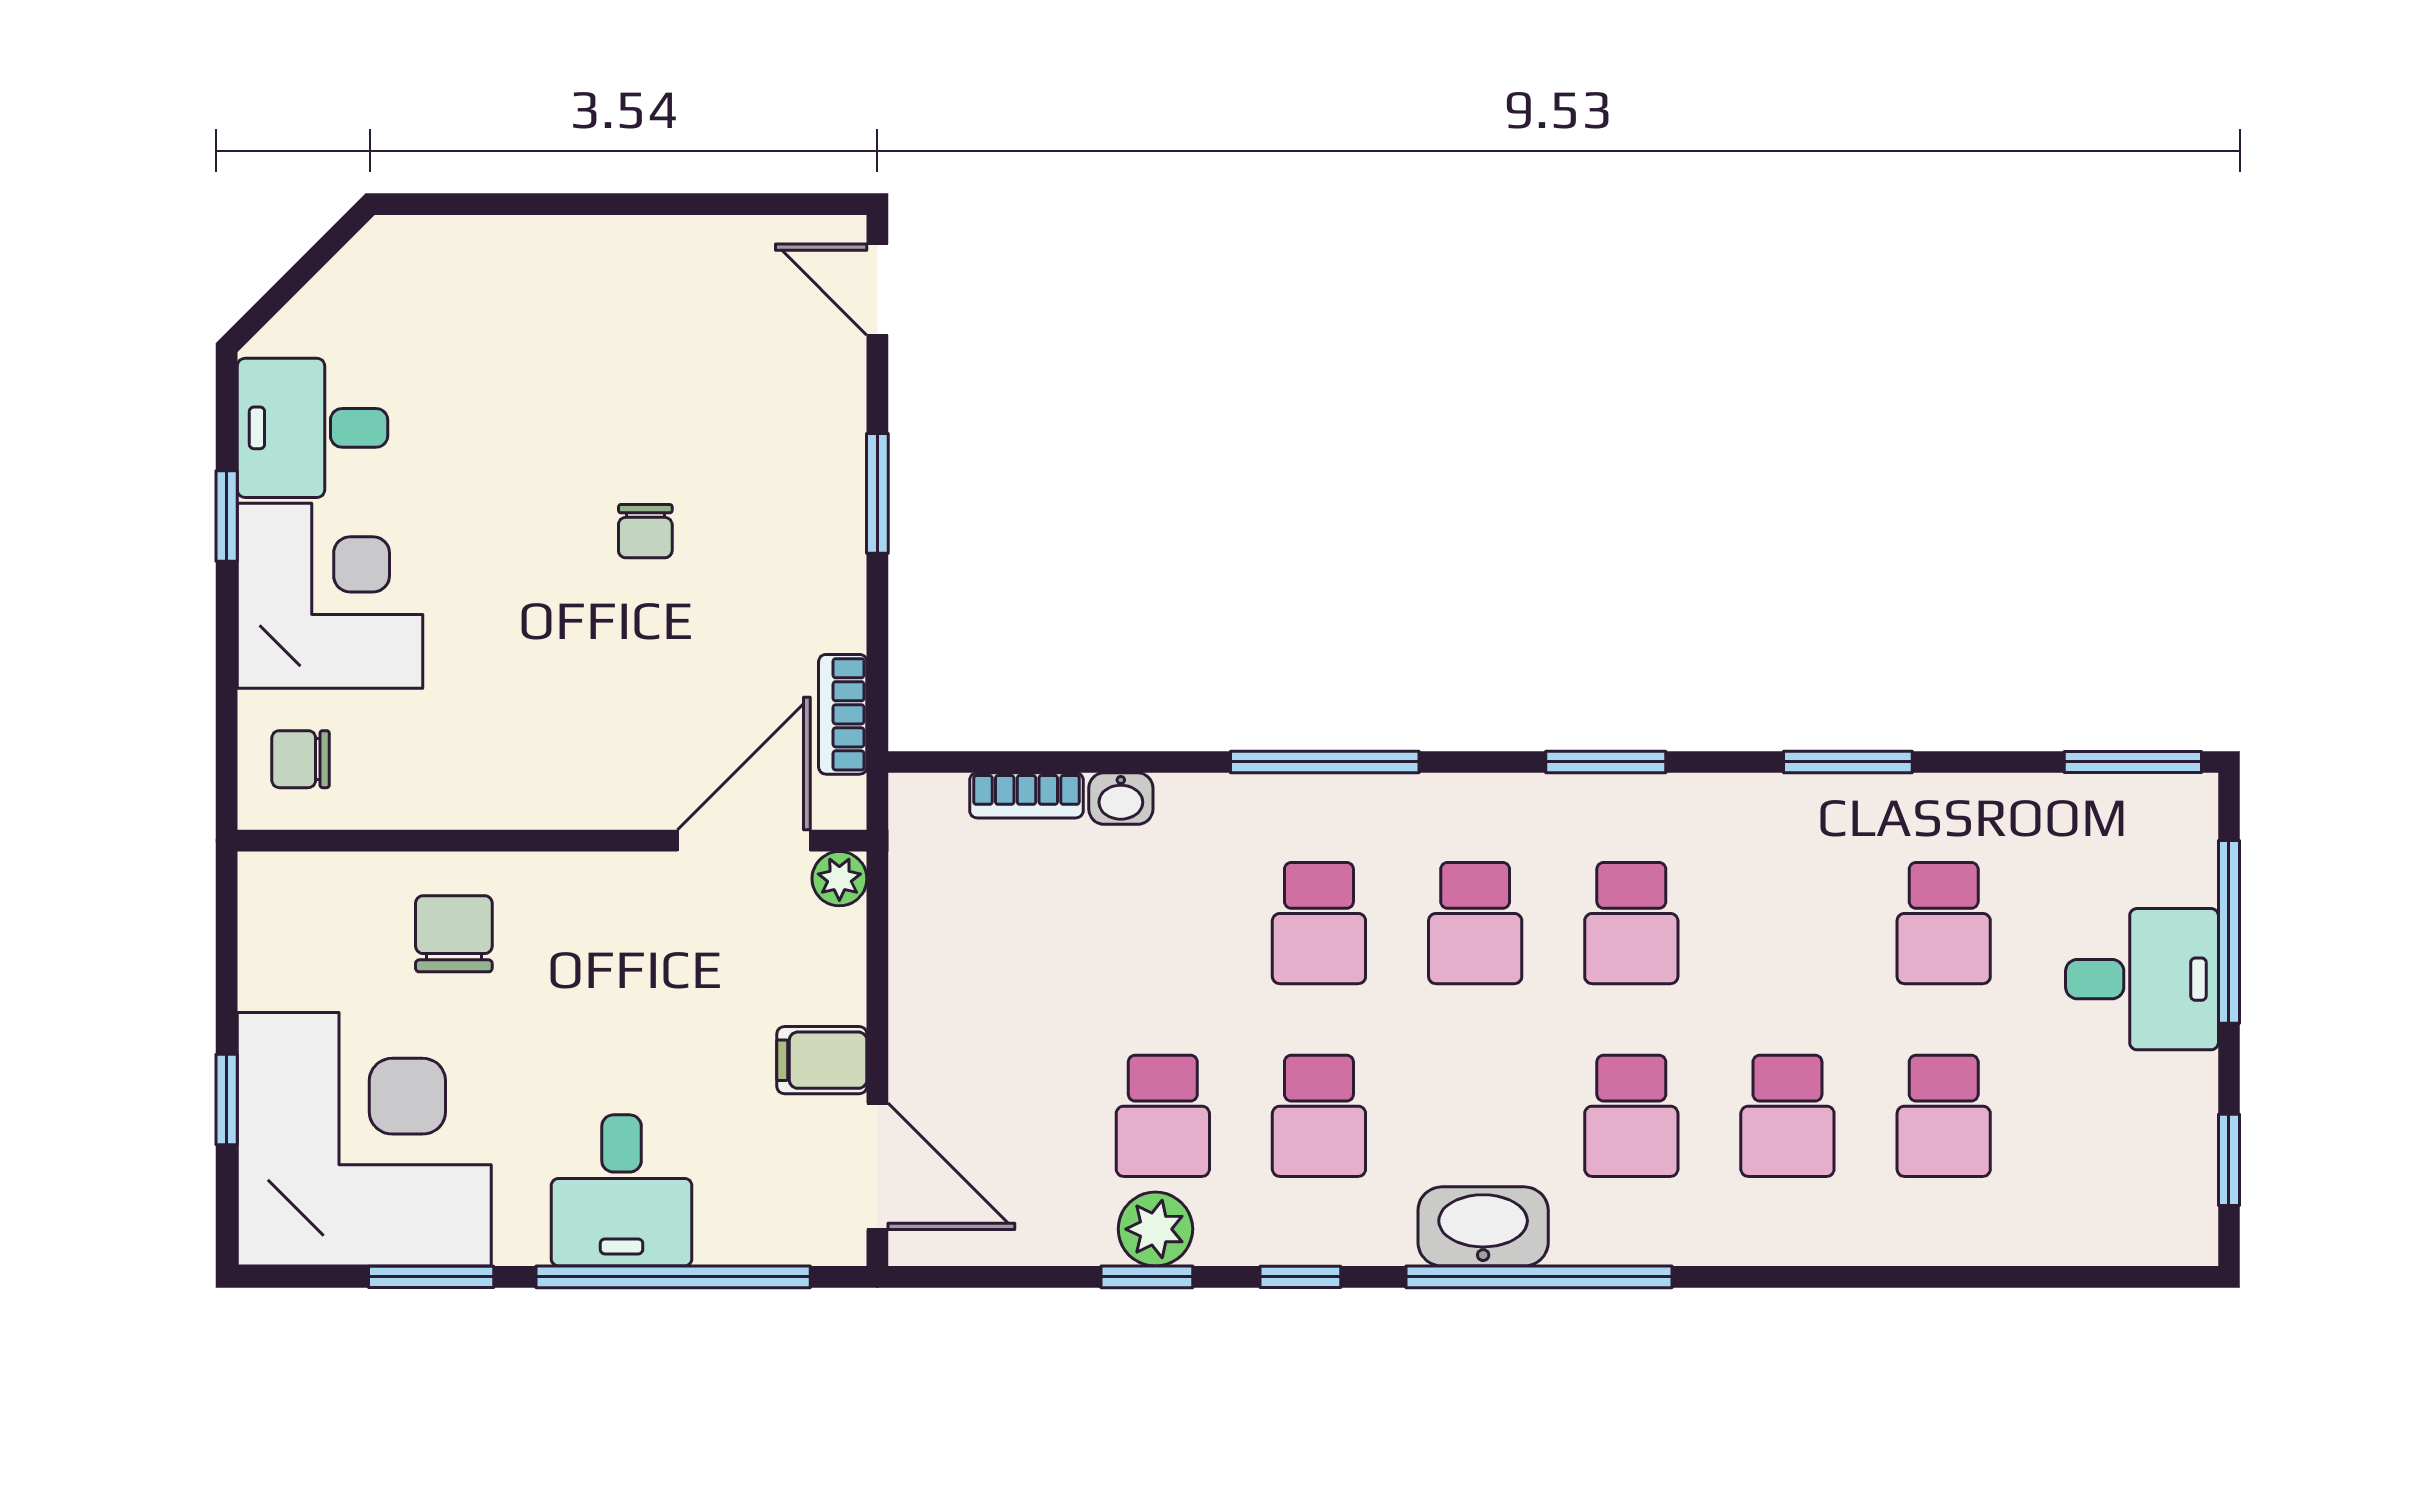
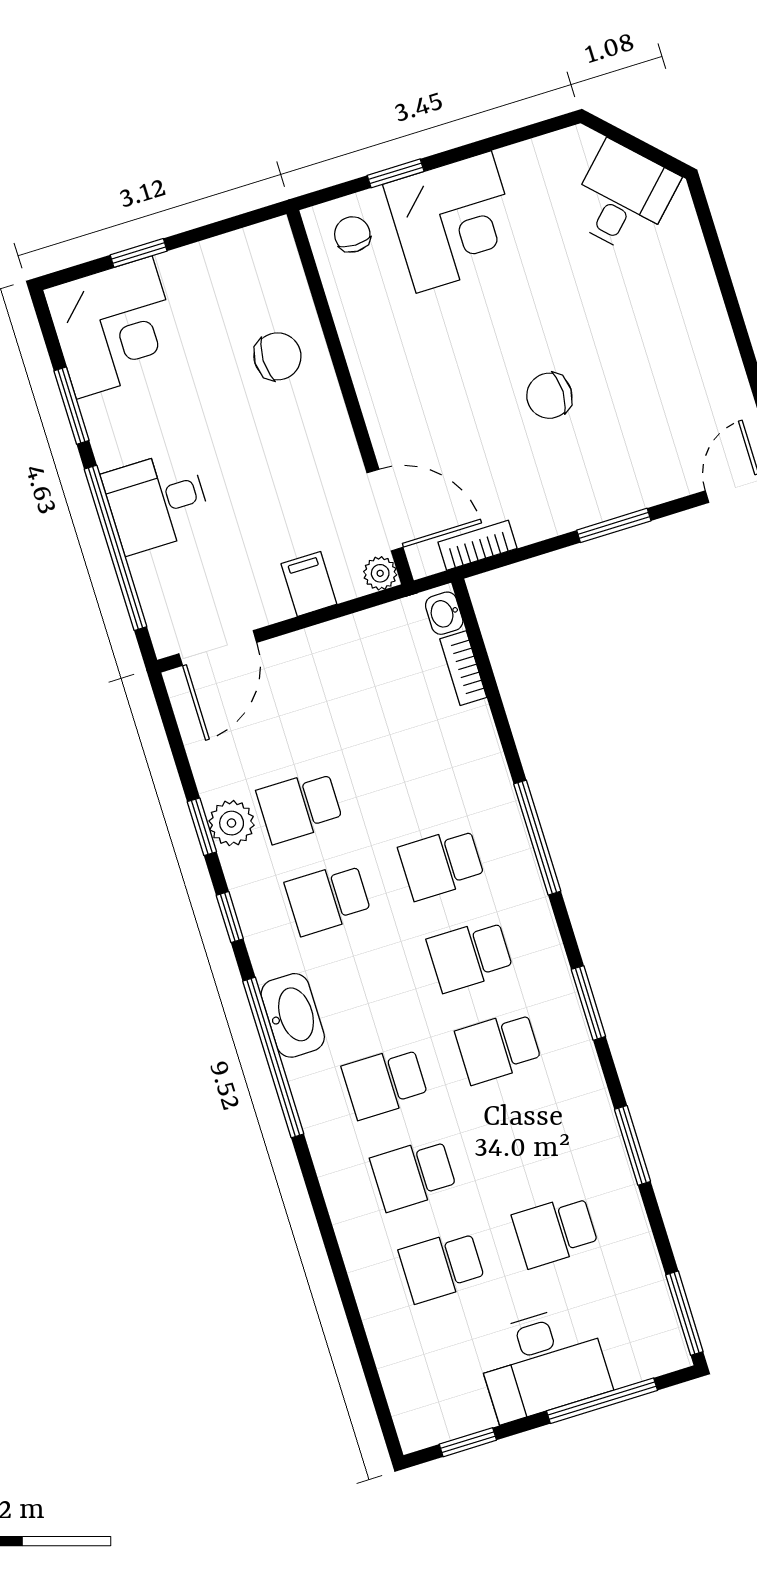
desk: (313, 428) -> (623, 198), moved, turned 45
window: (227, 516) -> (396, 173), moved
chair: (645, 531) -> (549, 396), width x1.37, depth x1.37
washbasin: (1121, 799) -> (444, 613), moved
desk: (2142, 979) -> (543, 1363), width x1.37
filing cabinet: (822, 1060) -> (309, 584), moved
corner desk: (364, 1139) -> (114, 327), width x0.74, depth x0.74

